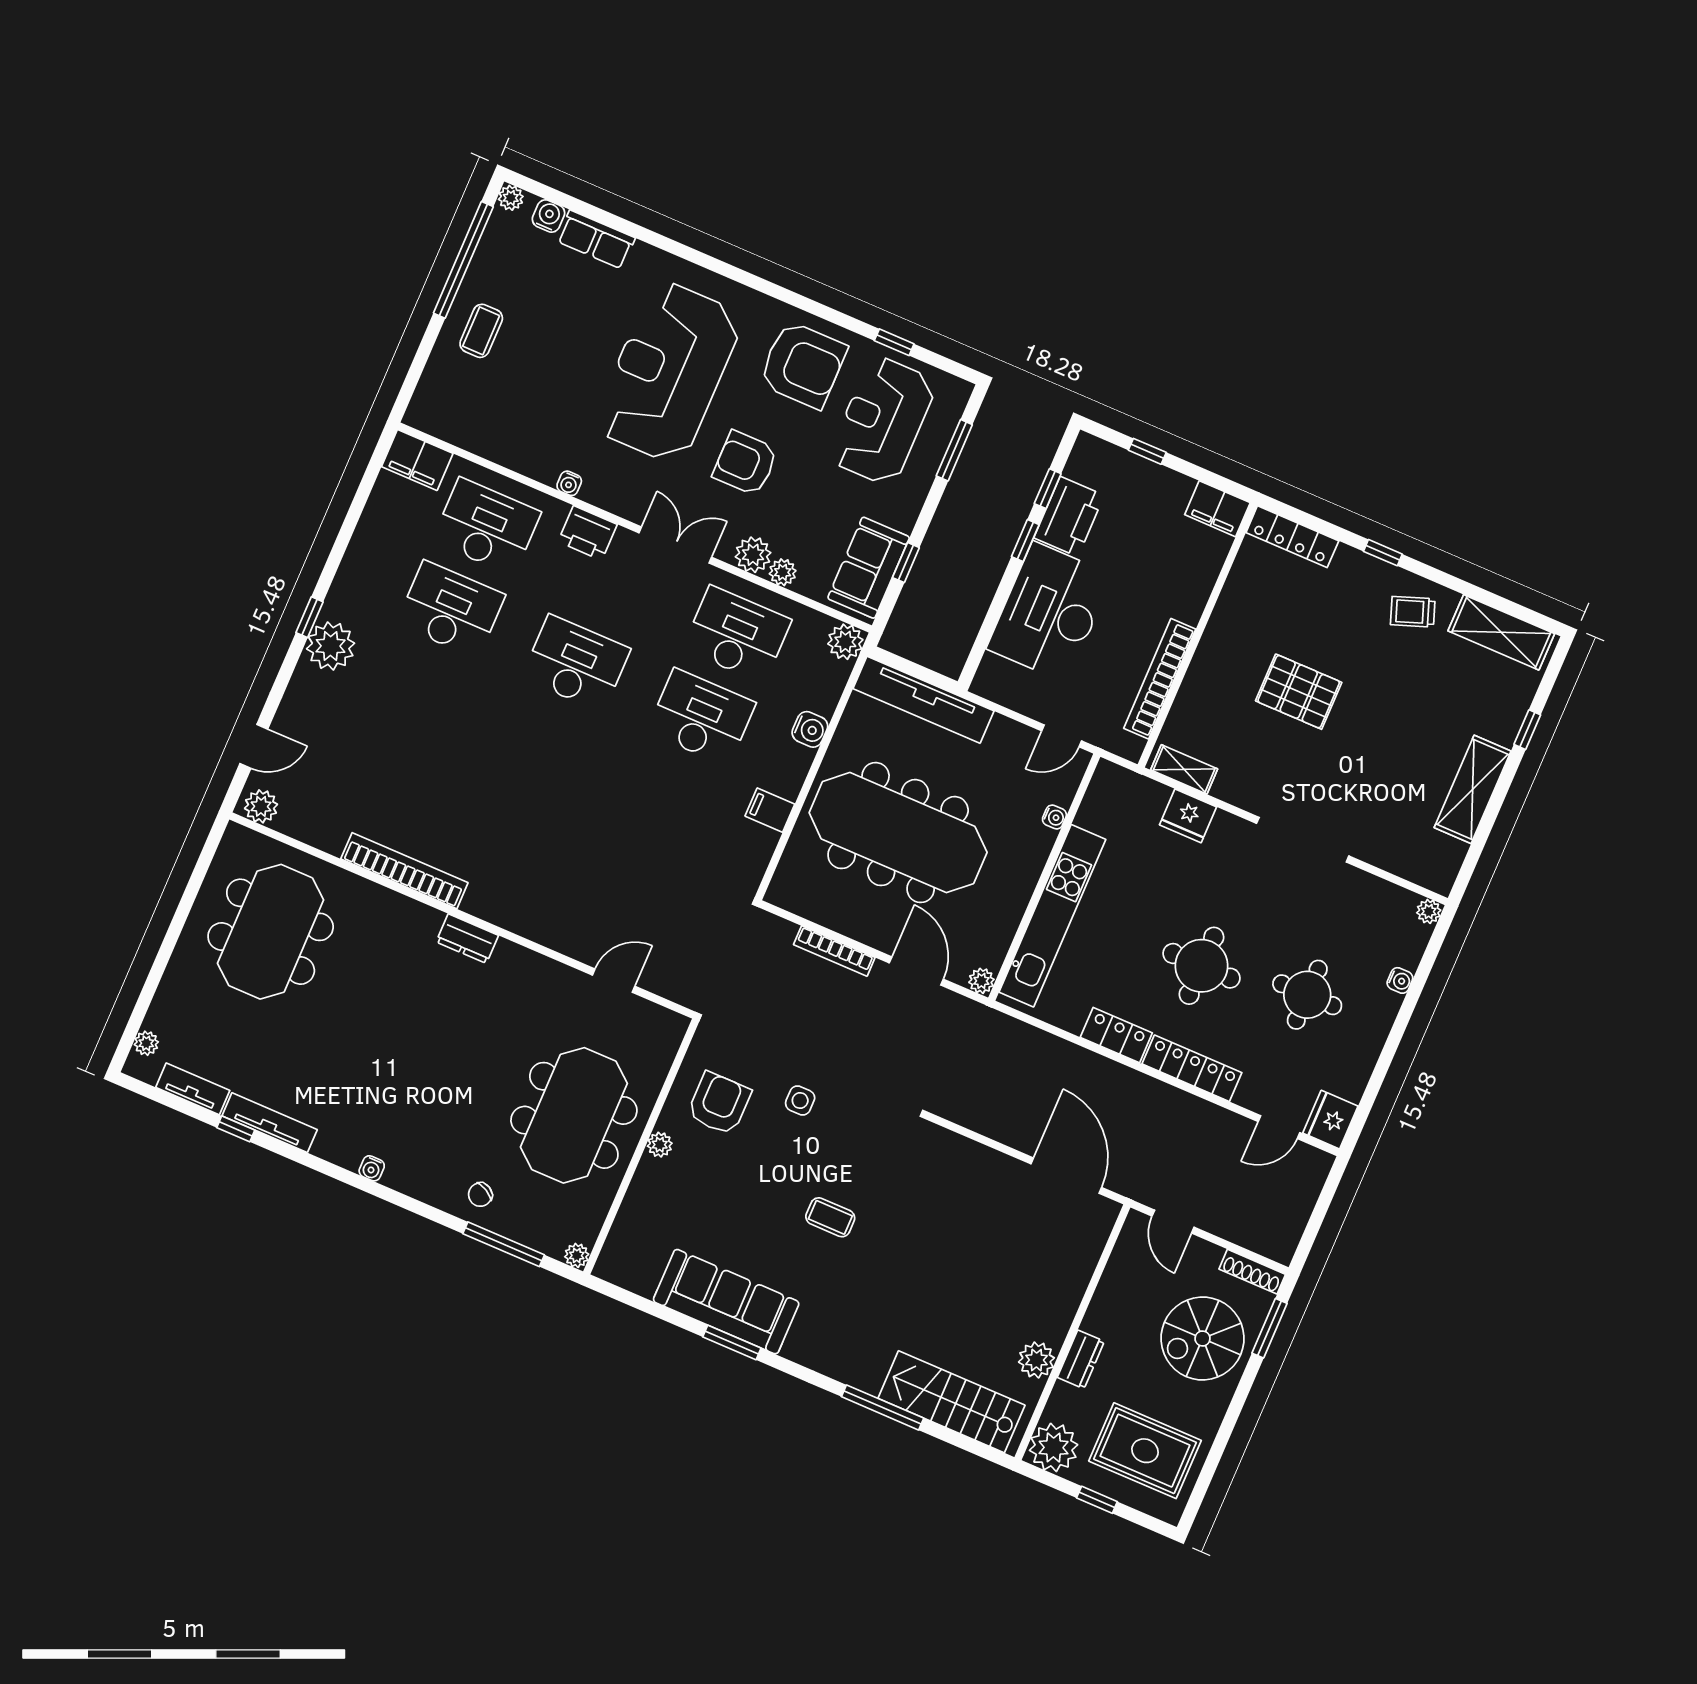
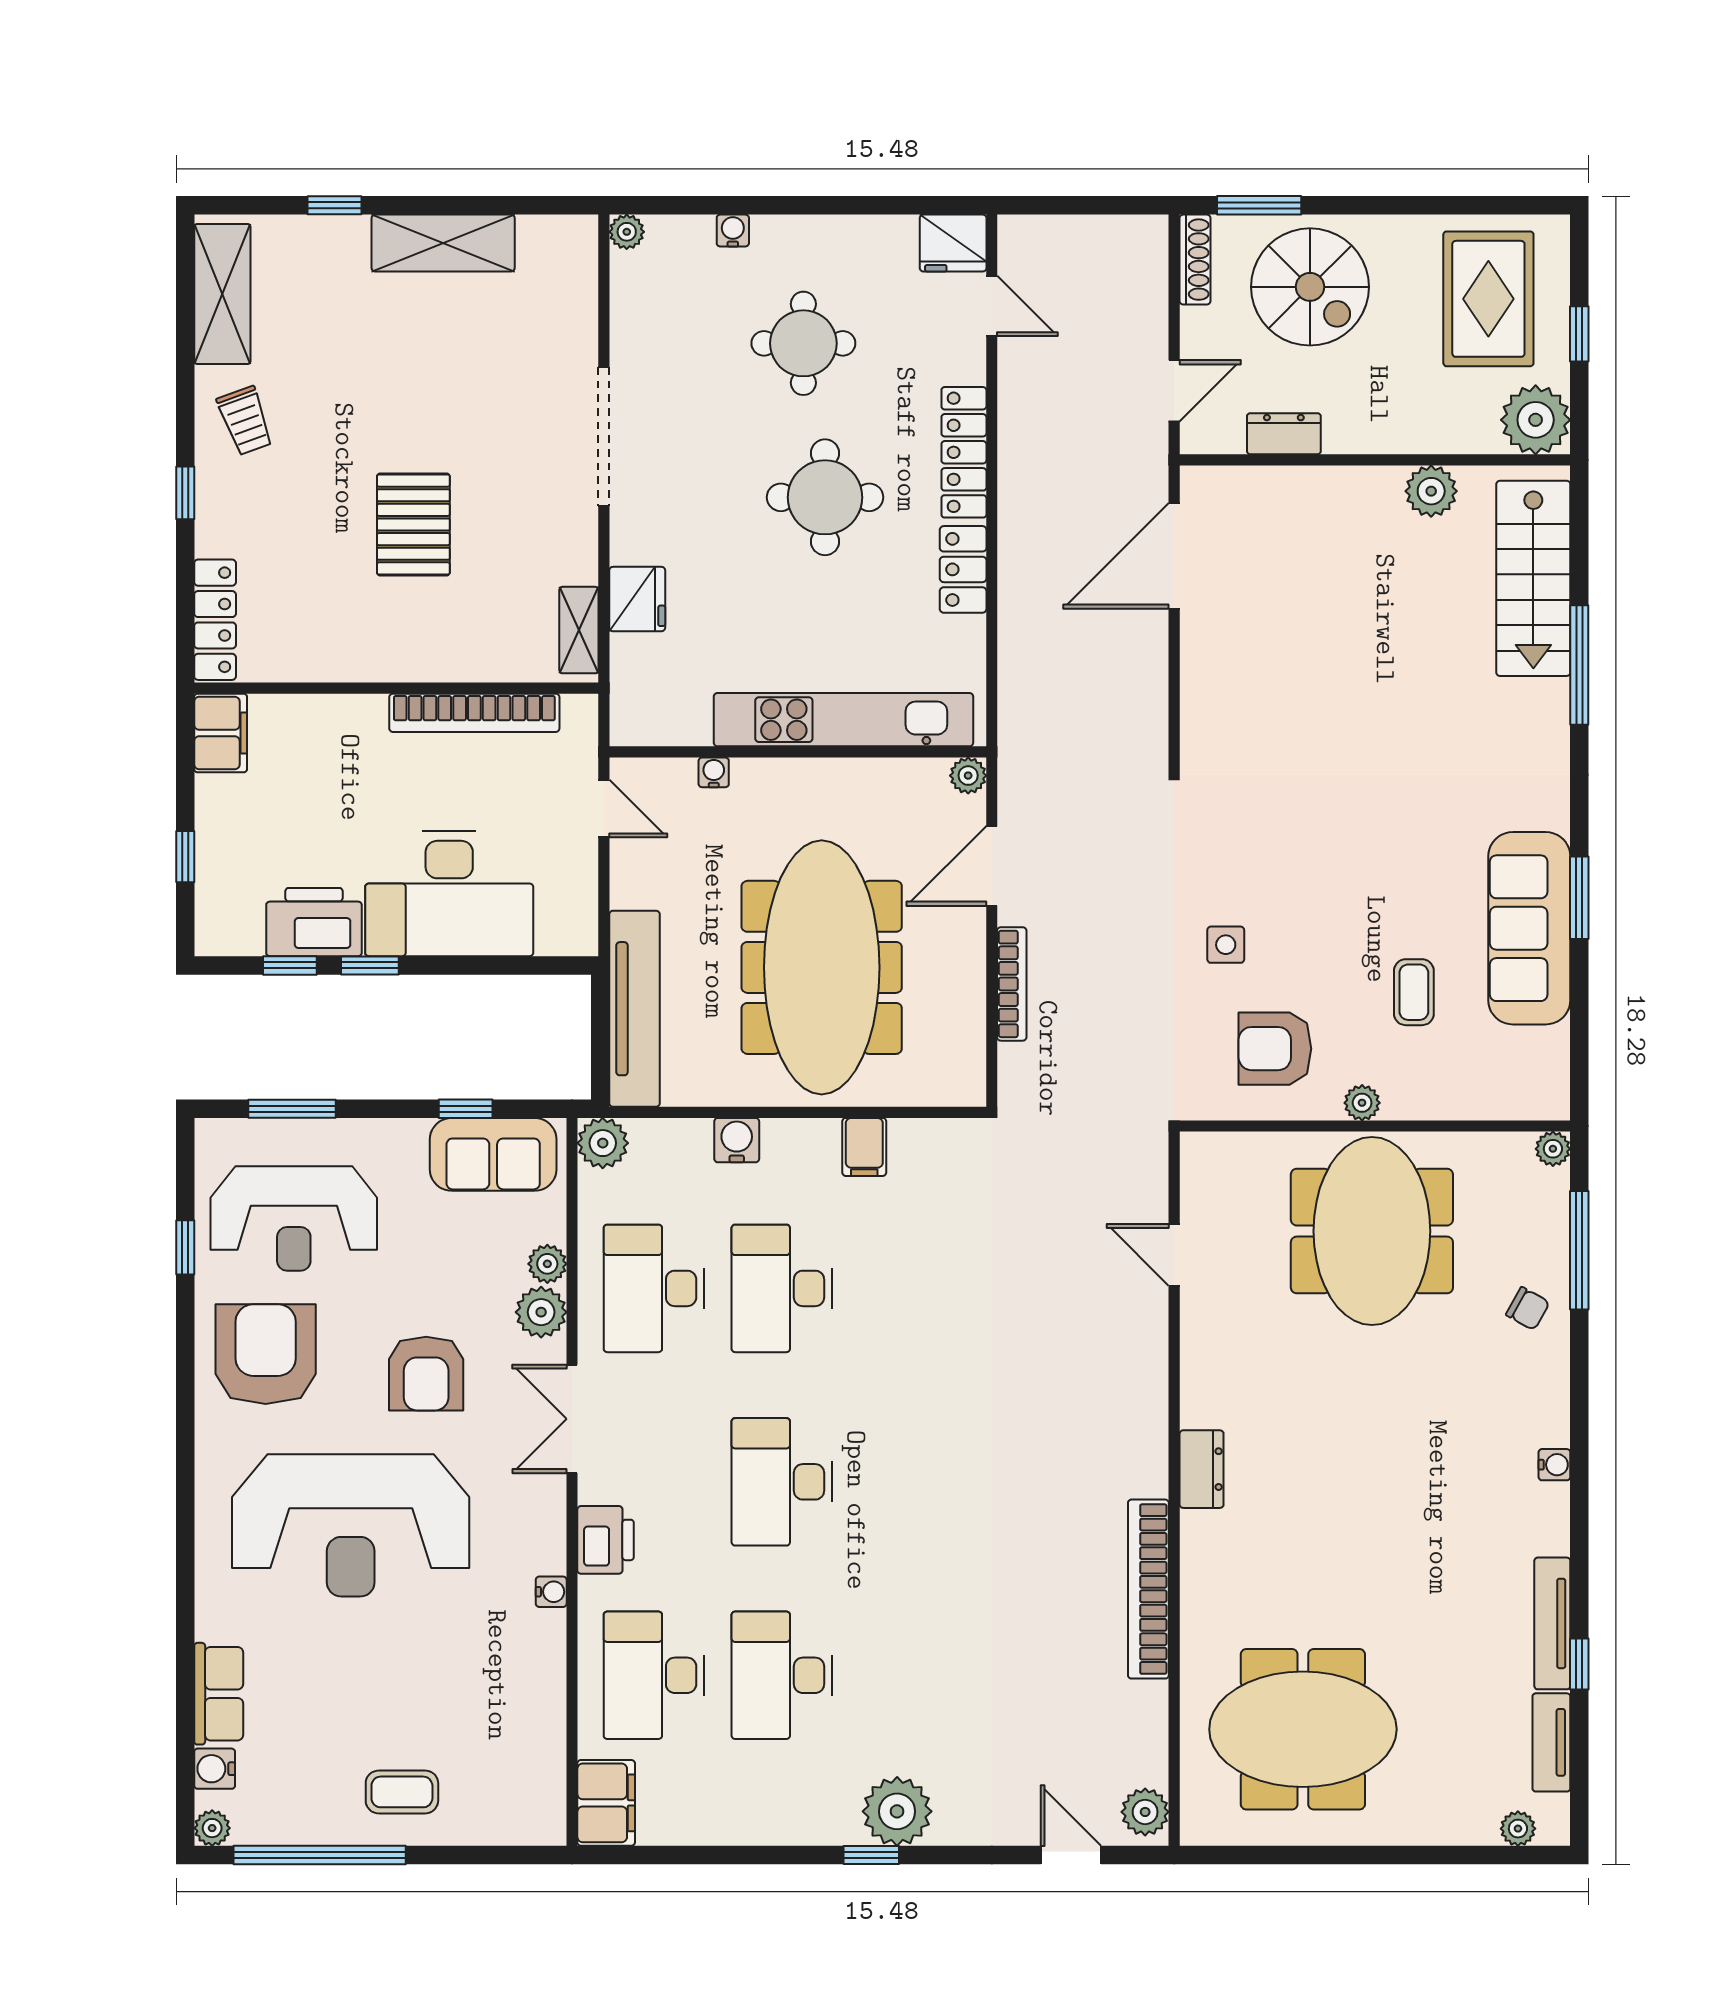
meeting table: (574, 1115) -> (1372, 1231), turned 90
coffee table: (830, 1217) -> (1414, 992), moved
dresser: (1081, 1359) -> (1284, 434), moved

